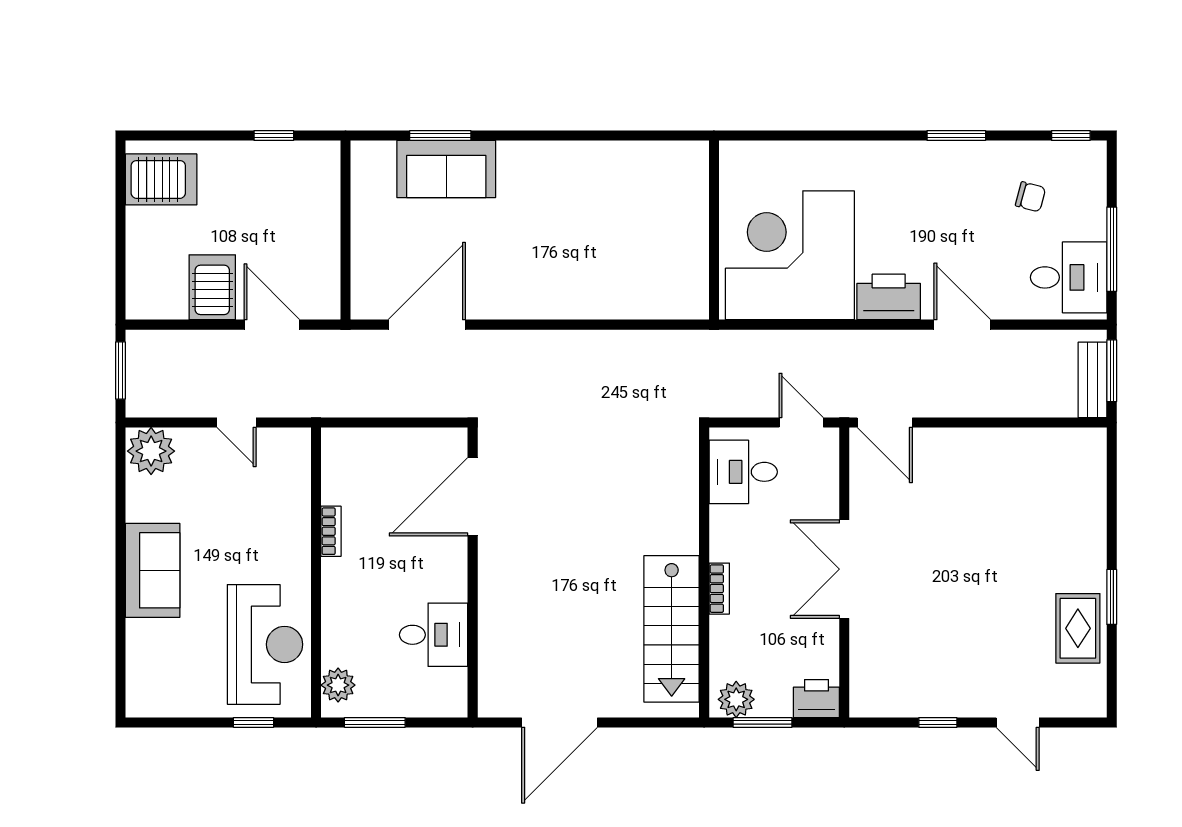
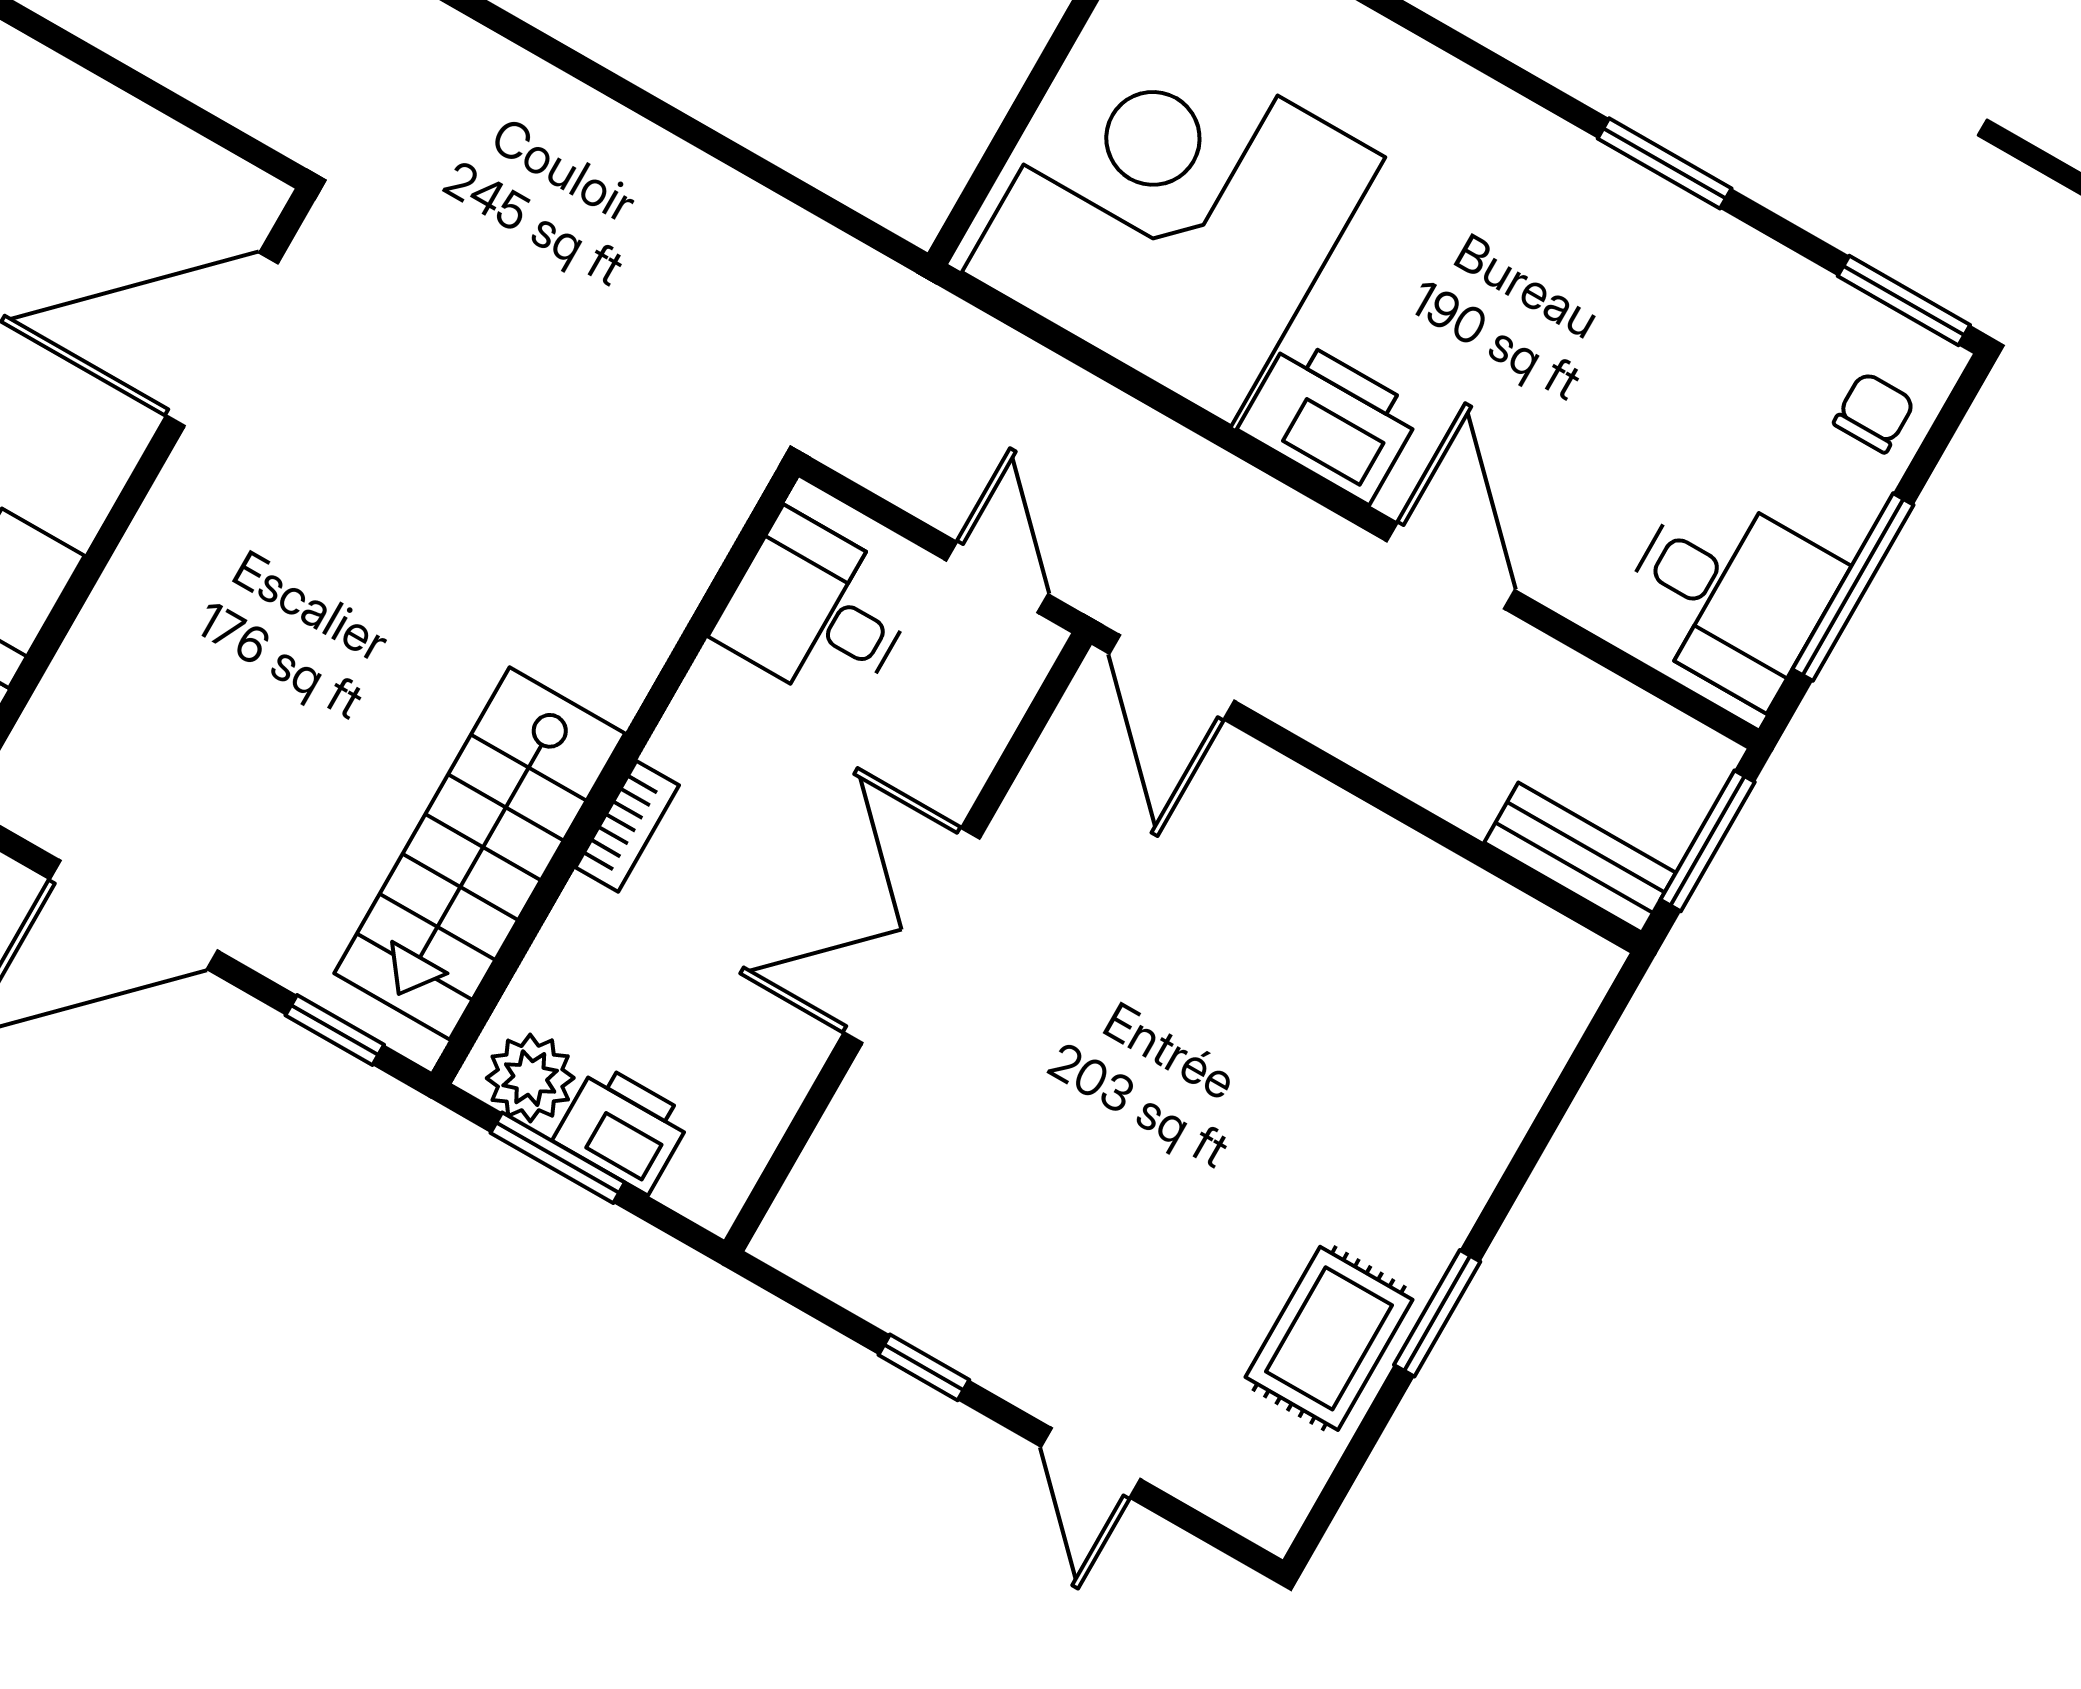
window: (1071, 135) -> (1904, 301), width x1.50
chair: (1030, 197) -> (1874, 412), moved, turned -105
bench: (1092, 380) -> (1580, 858), moved, turned 90
printer: (816, 699) -> (623, 1129), moved
window: (656, 722) -> (335, 1030), added

